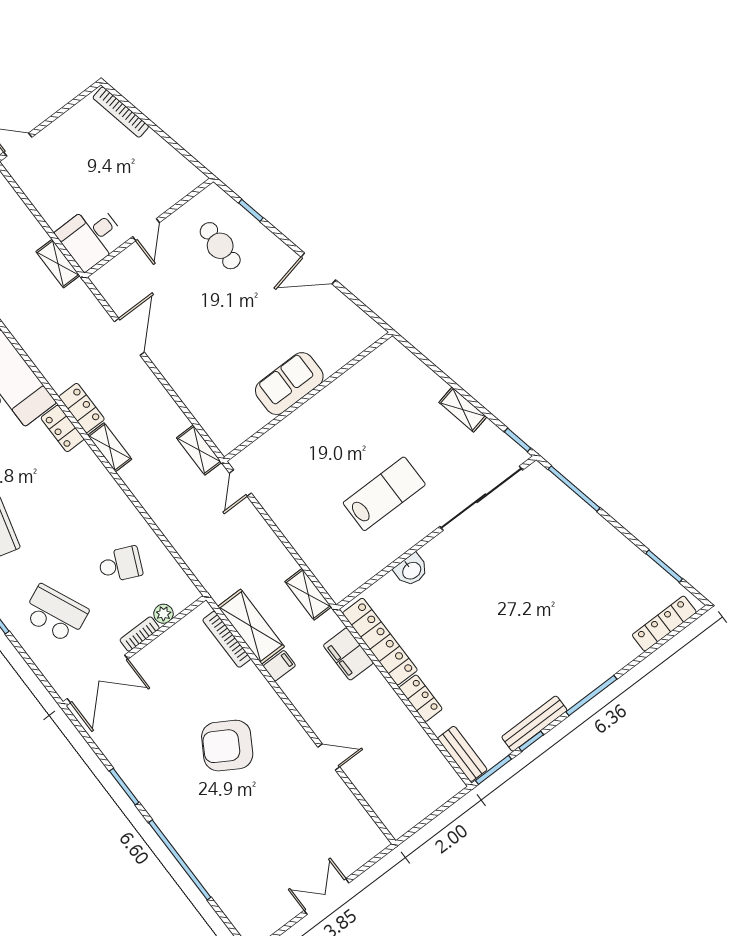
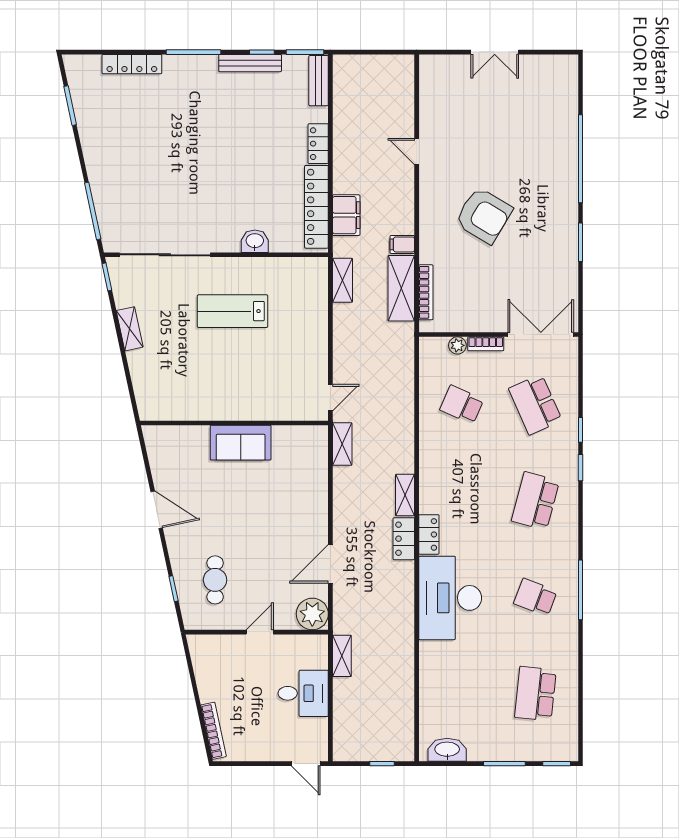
desk: (91, 236) -> (303, 693), moved
plant: (112, 281) -> (312, 614), added
locker: (664, 624) -> (132, 64), moved

